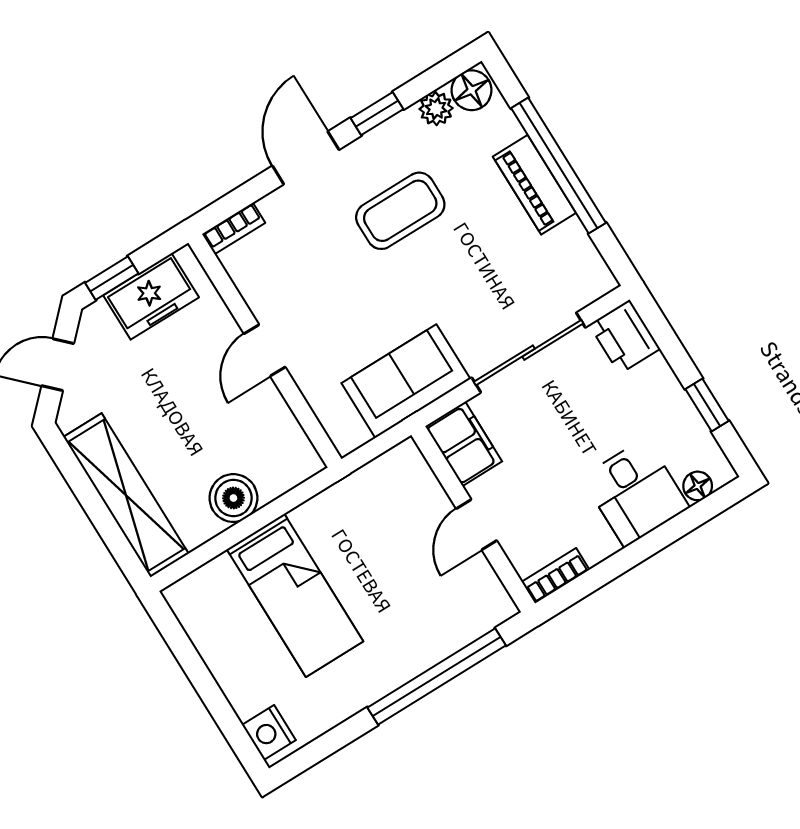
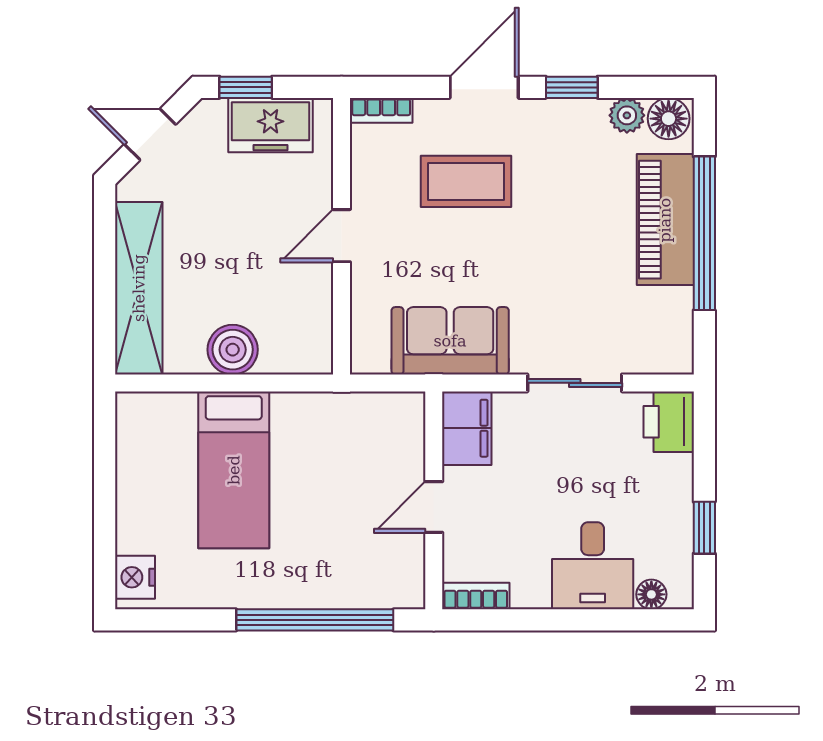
piano: (534, 185) -> (665, 220), width x1.37, depth x1.33
coffee table: (400, 211) -> (466, 181), moved
sliding door: (529, 353) -> (575, 383), width x0.73

